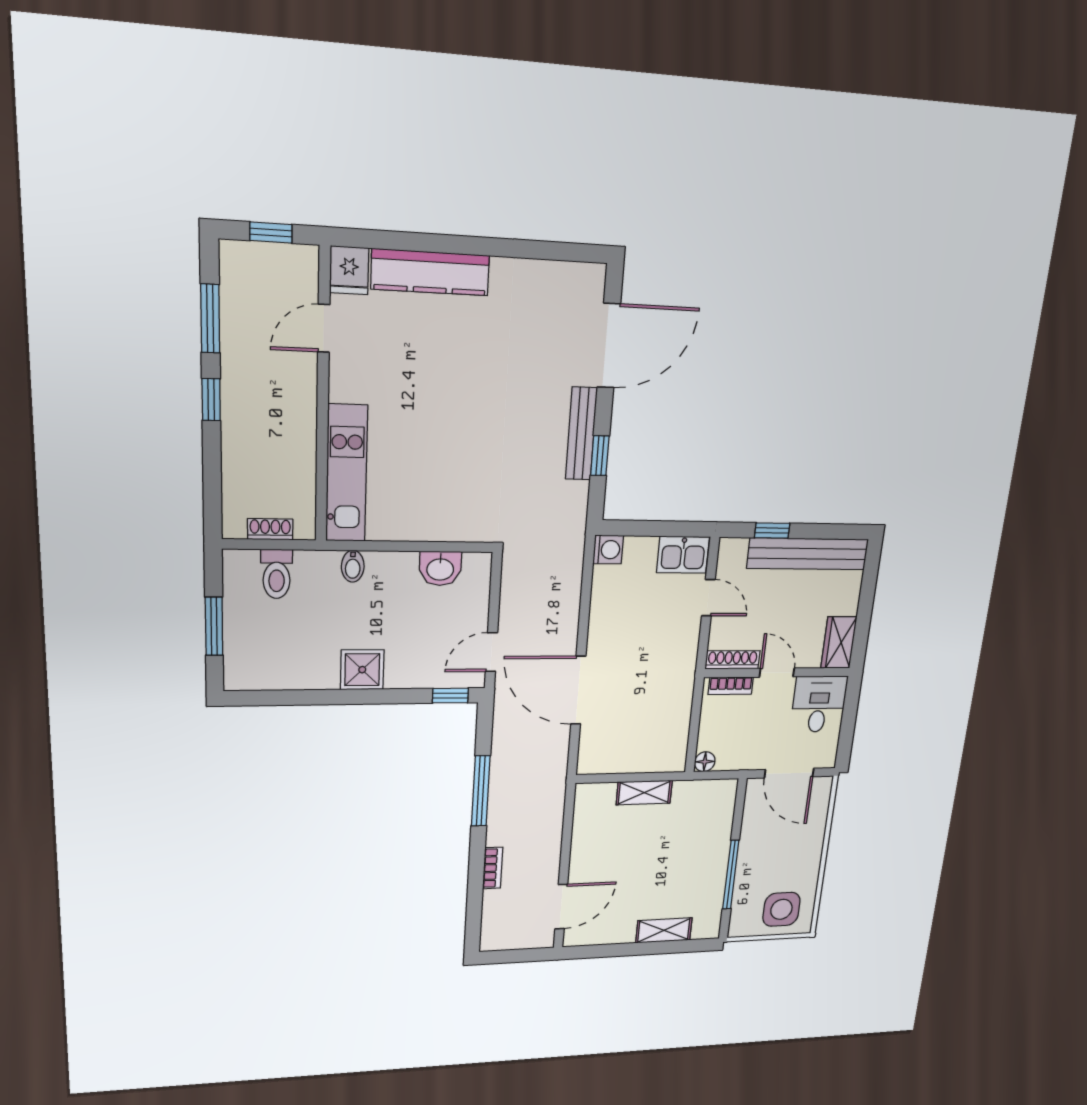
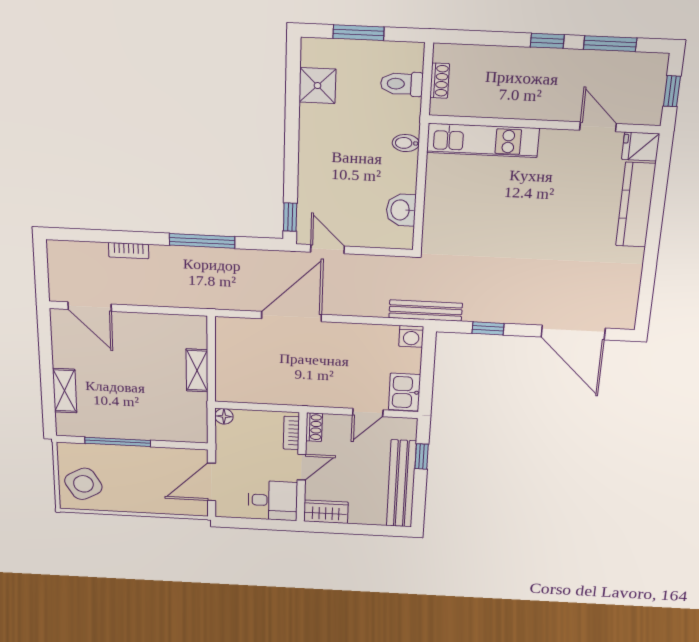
bench: (581, 434) -> (426, 311), moved
shoe rack: (733, 660) -> (314, 427), width x0.70
shower: (362, 670) -> (317, 86), moved
side table: (781, 909) -> (83, 484), turned -30

